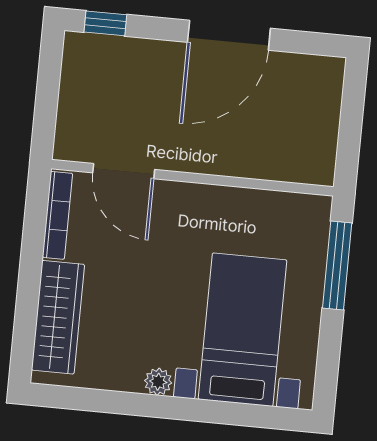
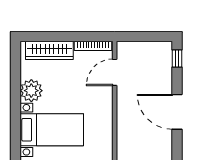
plant: (158, 382) -> (31, 91), width x1.88, depth x1.88

